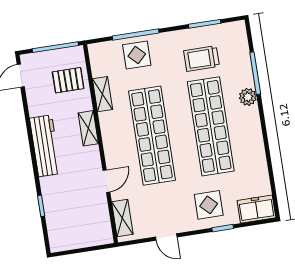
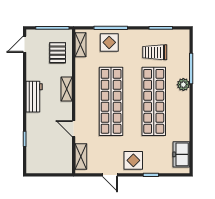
pallet: (68, 80) -> (58, 53), turned 90
shelving: (102, 94) -> (81, 45), moved
workbench: (45, 146) -> (34, 97), width x0.73
door: (106, 181) -> (74, 129), swing flipped
display table: (209, 205) -> (133, 160), moved
freezer: (256, 209) -> (181, 154), moved, turned -90

